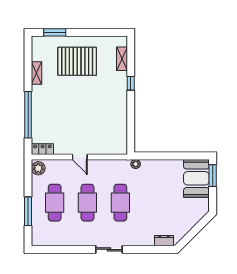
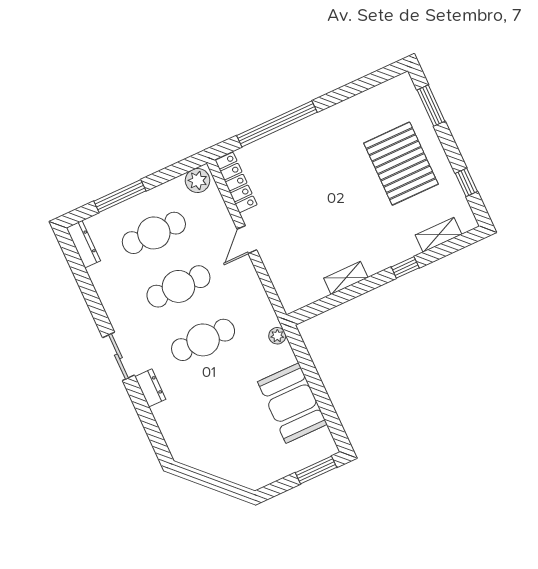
window: (102, 32) -> (466, 182), added
shelving: (37, 73) -> (346, 278), moved
locker: (42, 149) -> (236, 183), width x1.53
booth: (196, 178) -> (292, 403), moved, turned 90
dresser: (44, 241) -> (83, 244), added
dresser: (164, 241) -> (150, 388), moved

